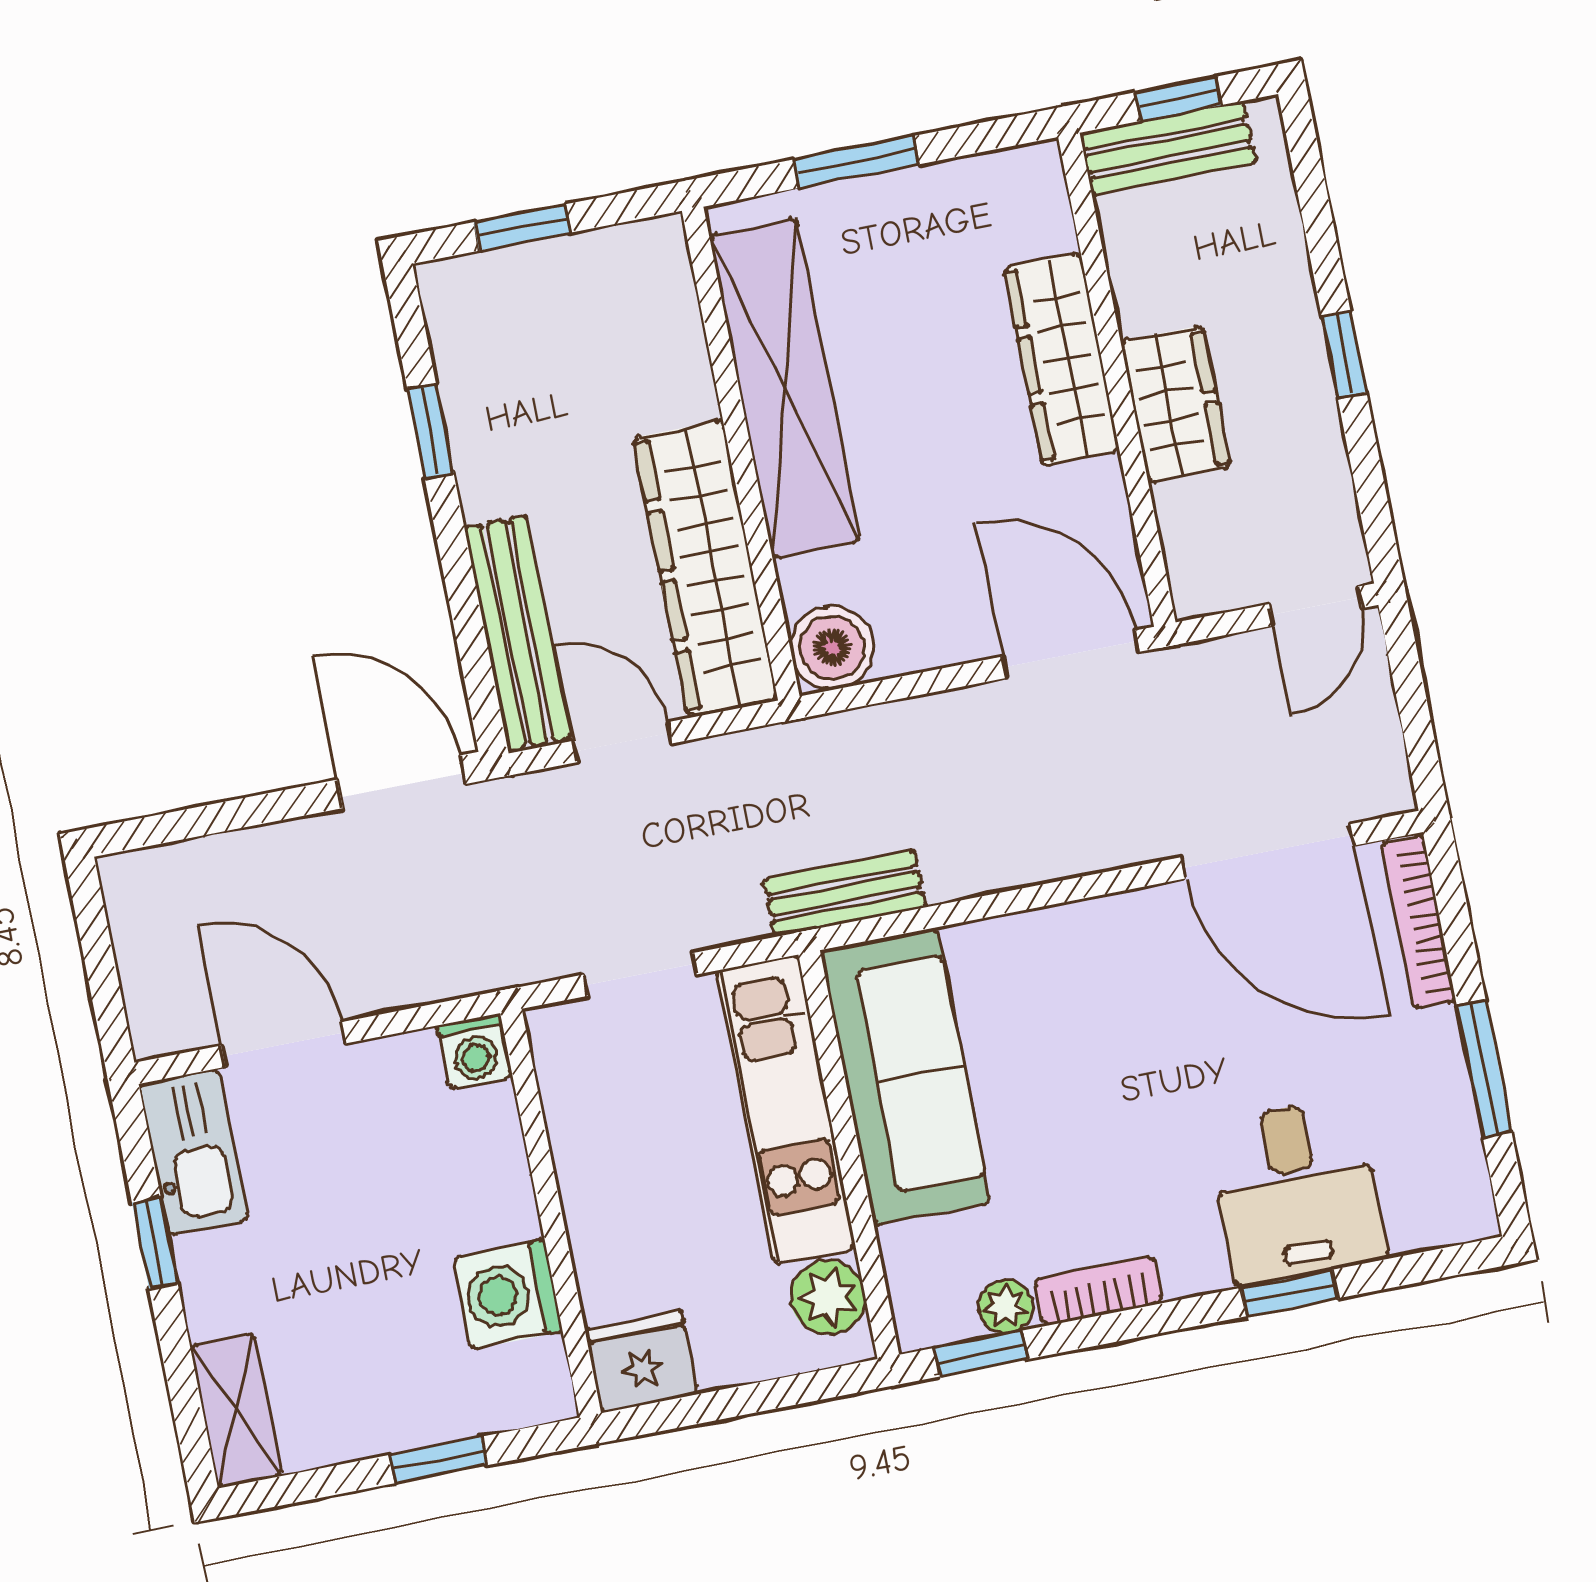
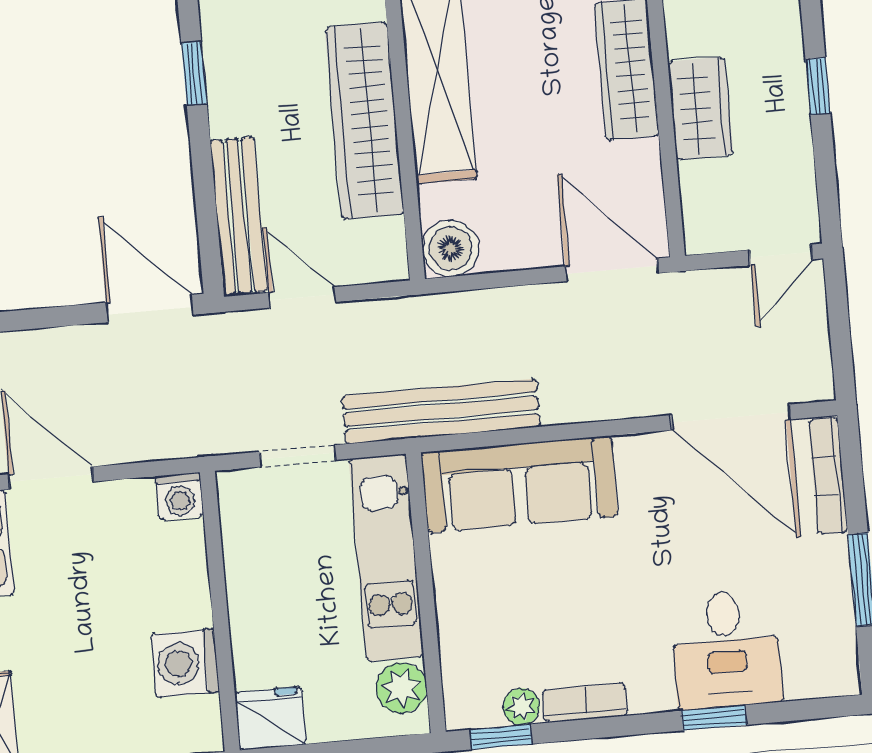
wardrobe: (705, 568) -> (364, 121), moved
bench: (844, 893) -> (441, 411), width x1.86, depth x1.21
sofa: (905, 1077) -> (519, 484), moved, turned 90

